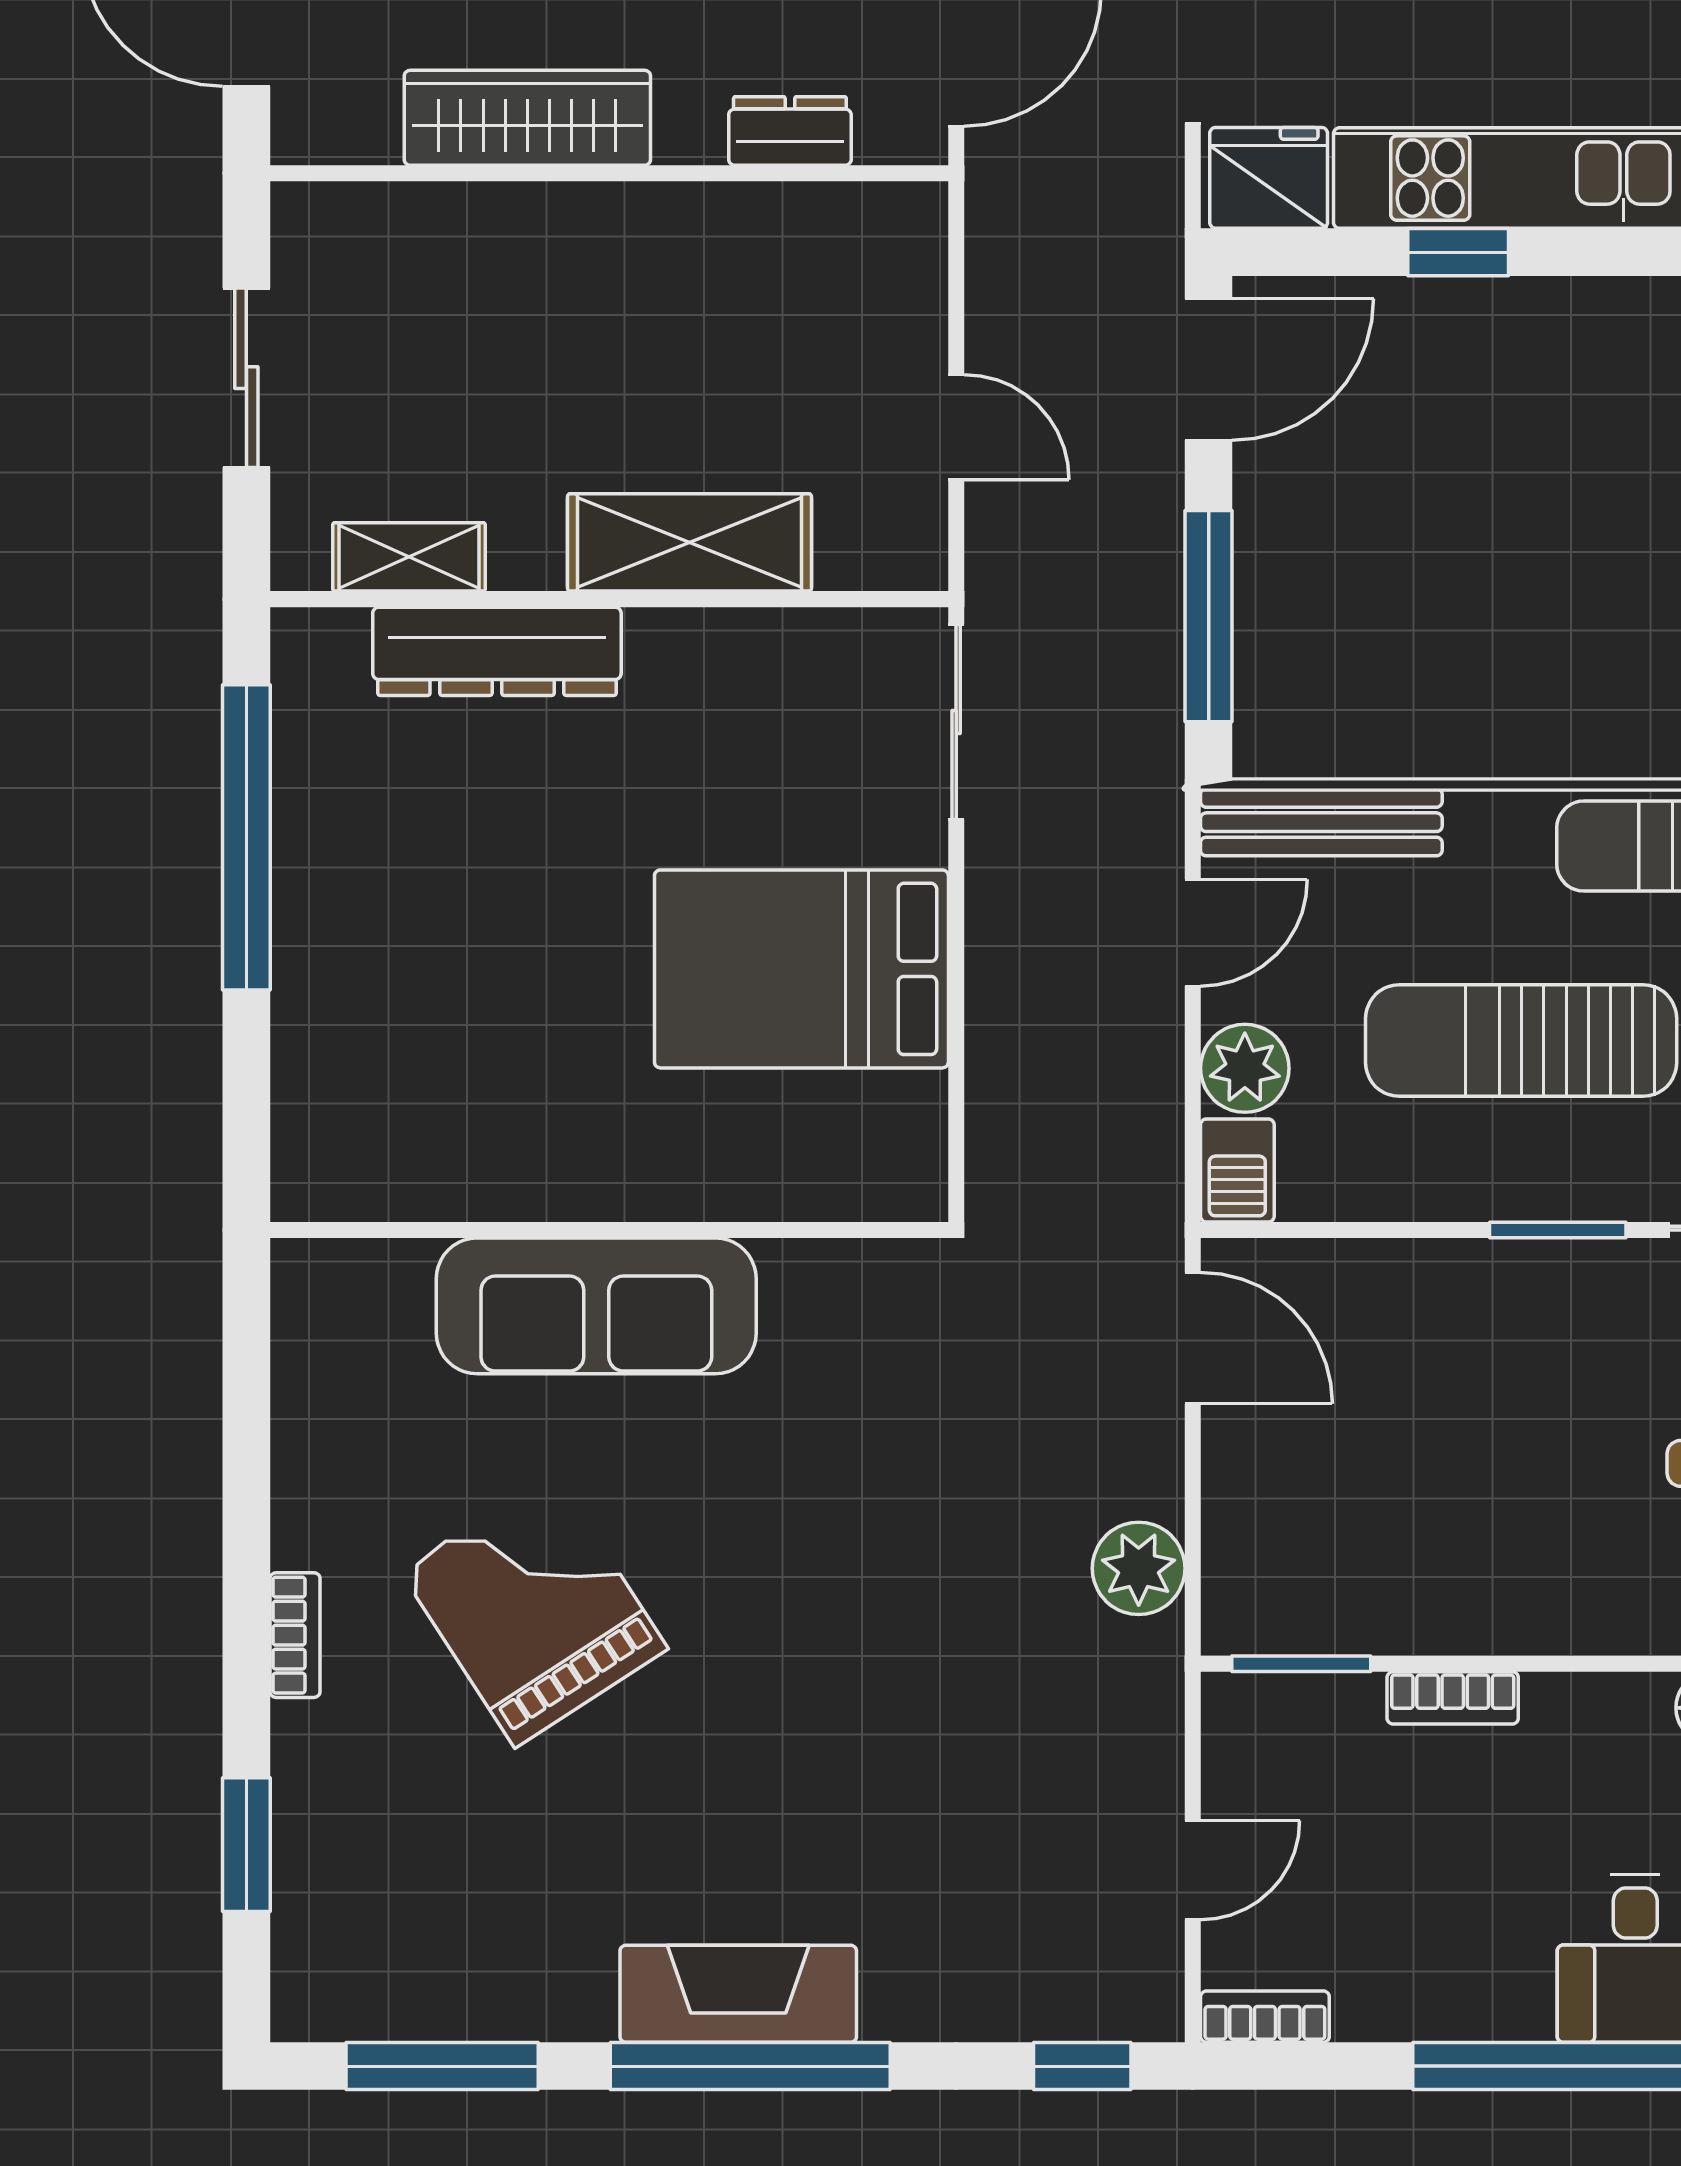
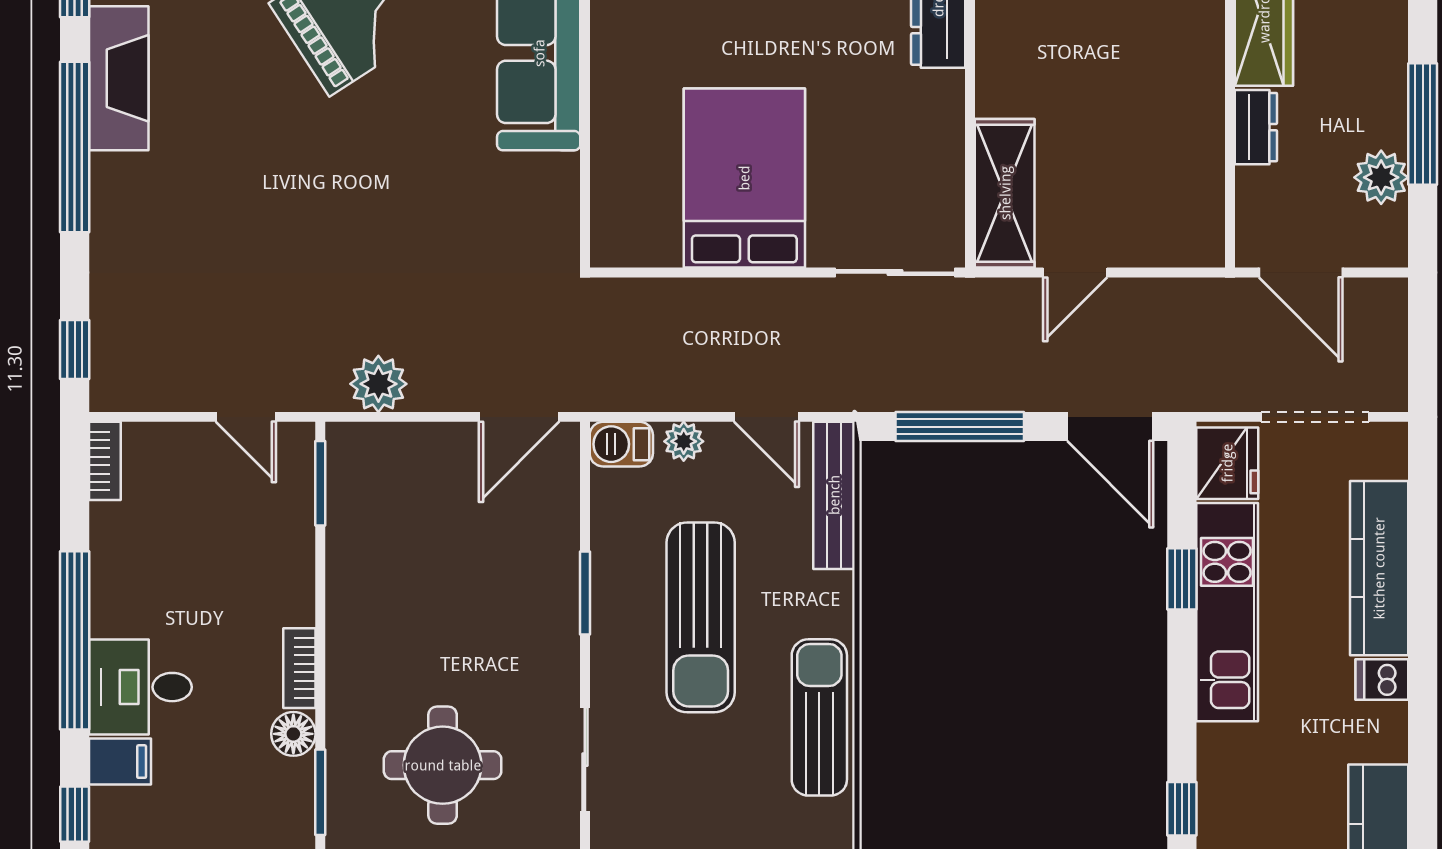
dresser: (790, 131) -> (1256, 127), moved
shelving: (689, 542) -> (1005, 193), moved
sun lounger: (1521, 1041) -> (701, 617), turned 180
plant: (1245, 1068) -> (684, 441), width x0.73, depth x0.73
window: (1558, 1230) -> (585, 593), moved
bookcase: (1453, 1698) -> (299, 668), moved
door: (1193, 1870) -> (246, 417), moved
fireplace: (738, 1994) -> (119, 78), moved

